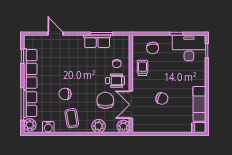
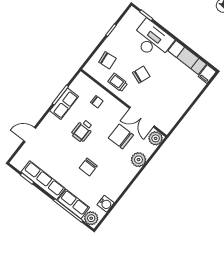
desk: (189, 48) -> (152, 40), moved, turned 90
wheelchair: (115, 81) -> (82, 131), moved, turned 180
chair: (162, 99) -> (141, 75), moved
coffee table: (72, 118) -> (114, 177), removed

